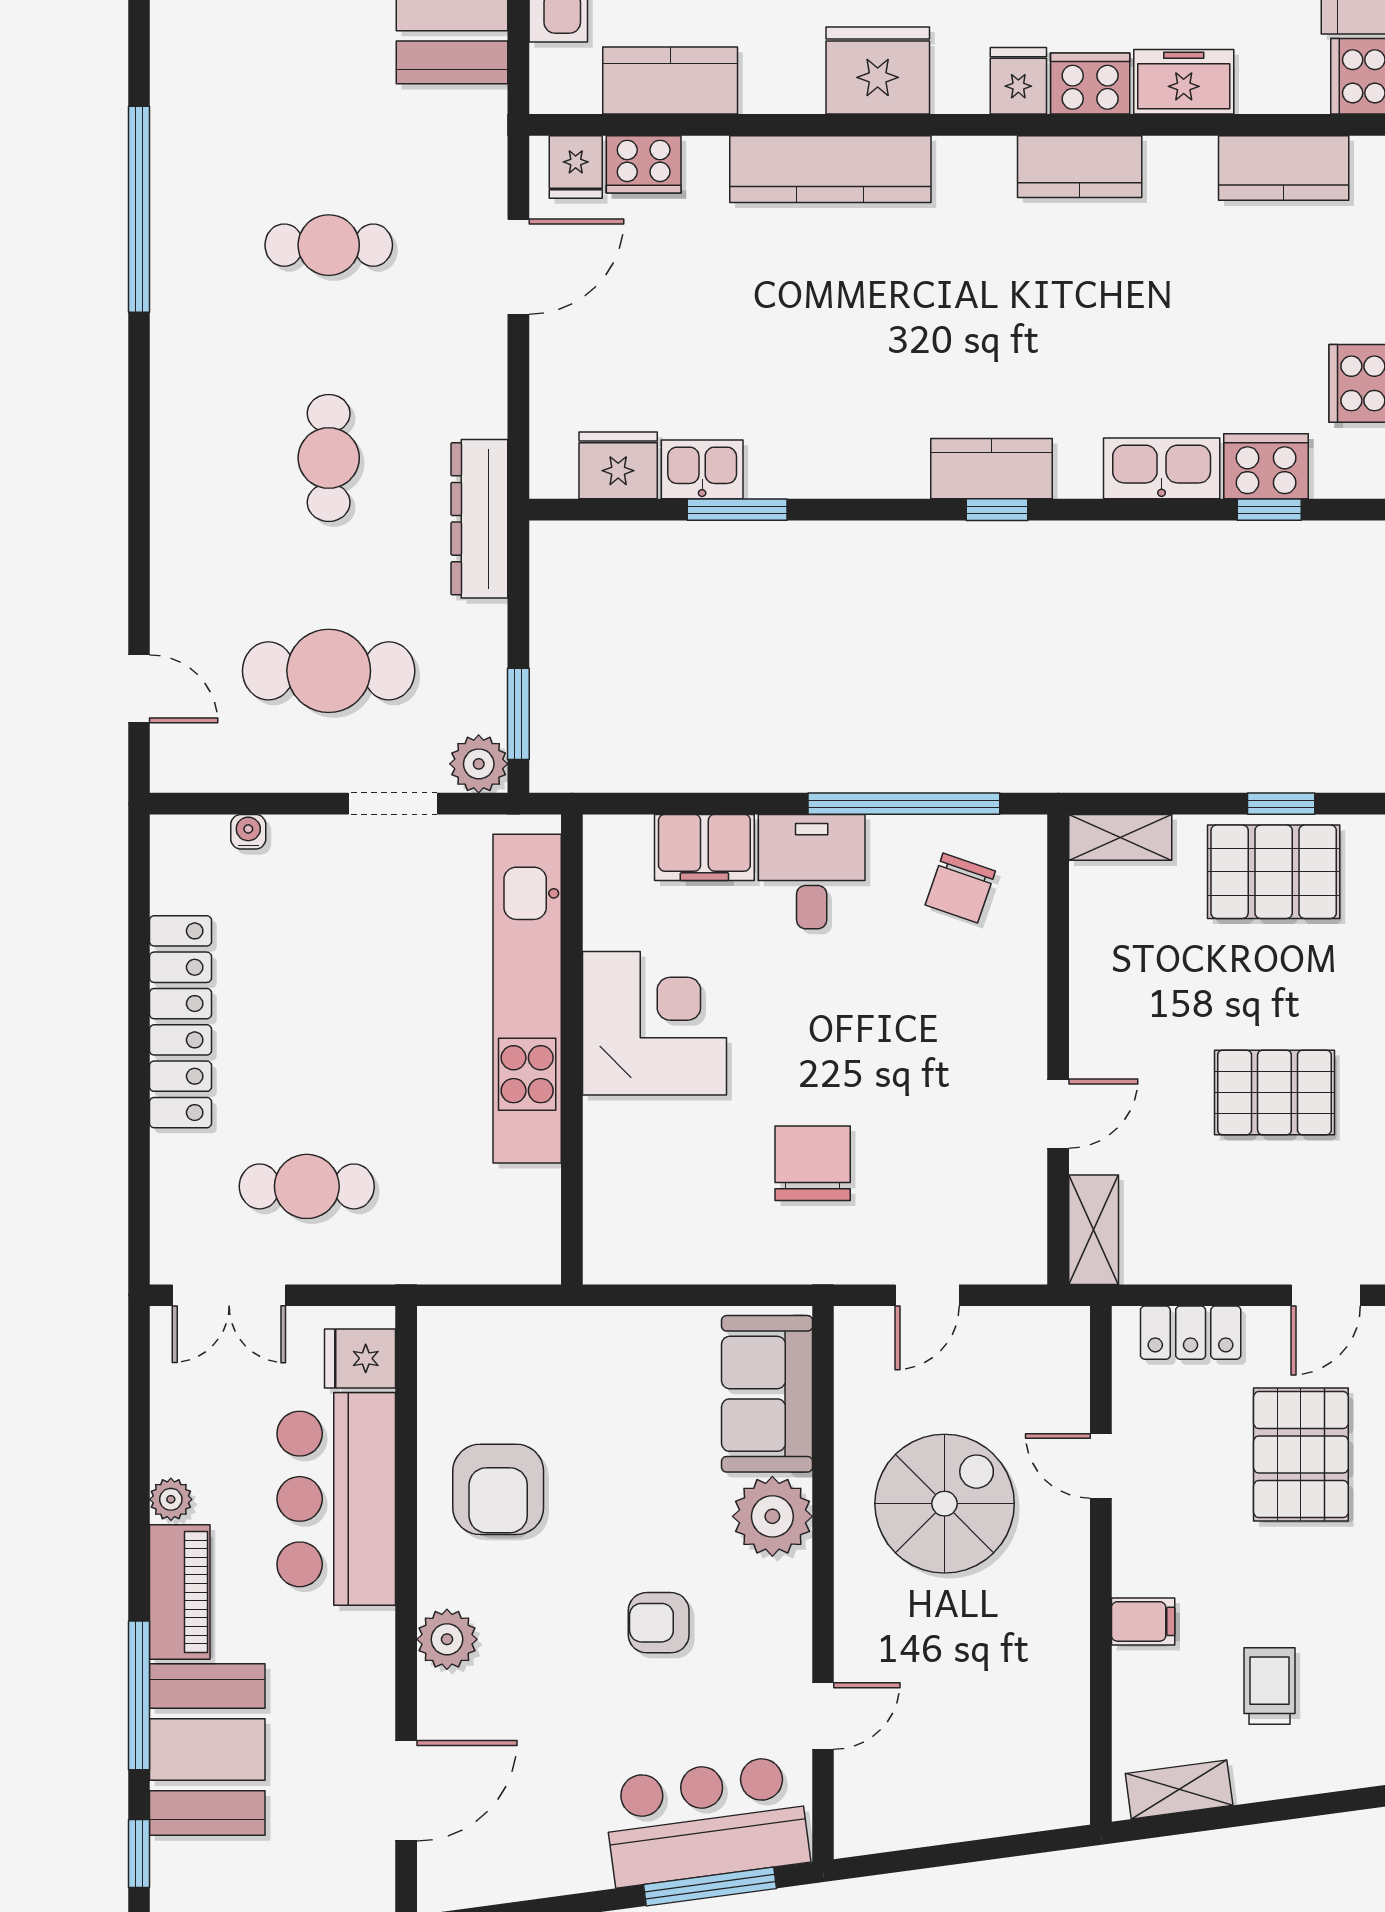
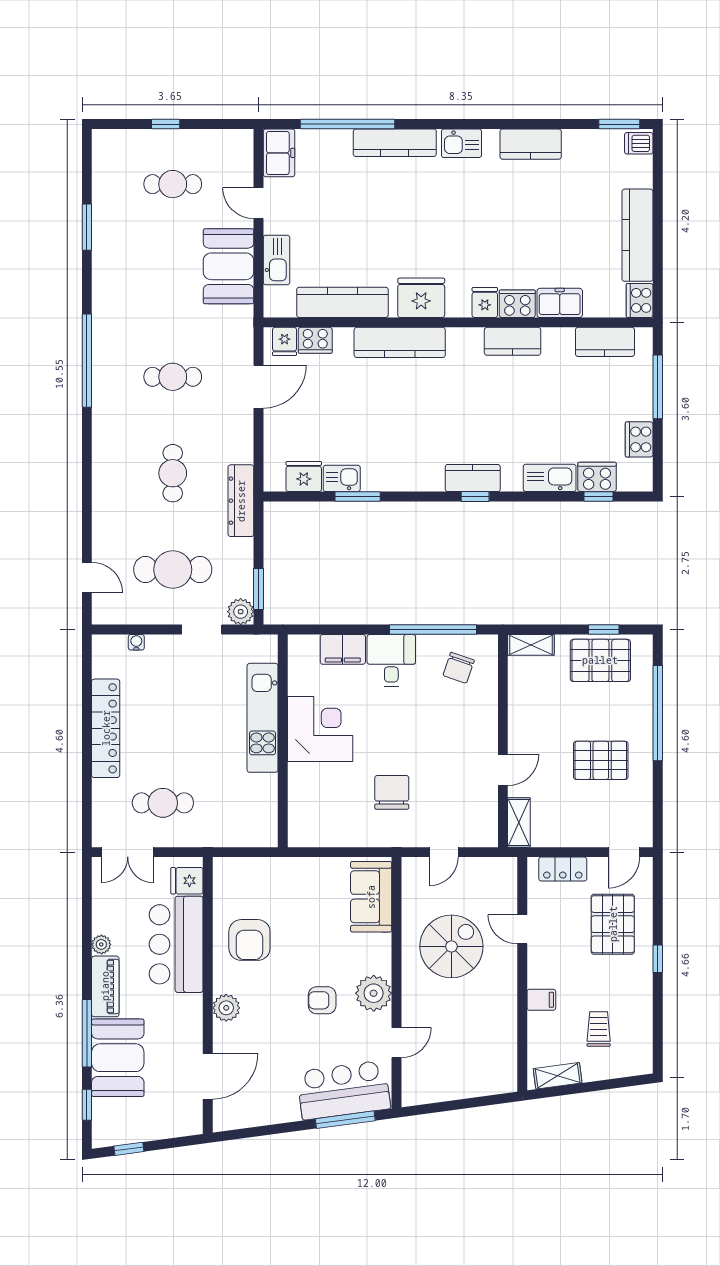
kitchen counter: (670, 81) -> (342, 302), width x1.50
kitchen unit: (527, 999) -> (263, 718), width x0.73
plant: (772, 1516) -> (374, 993), moved

